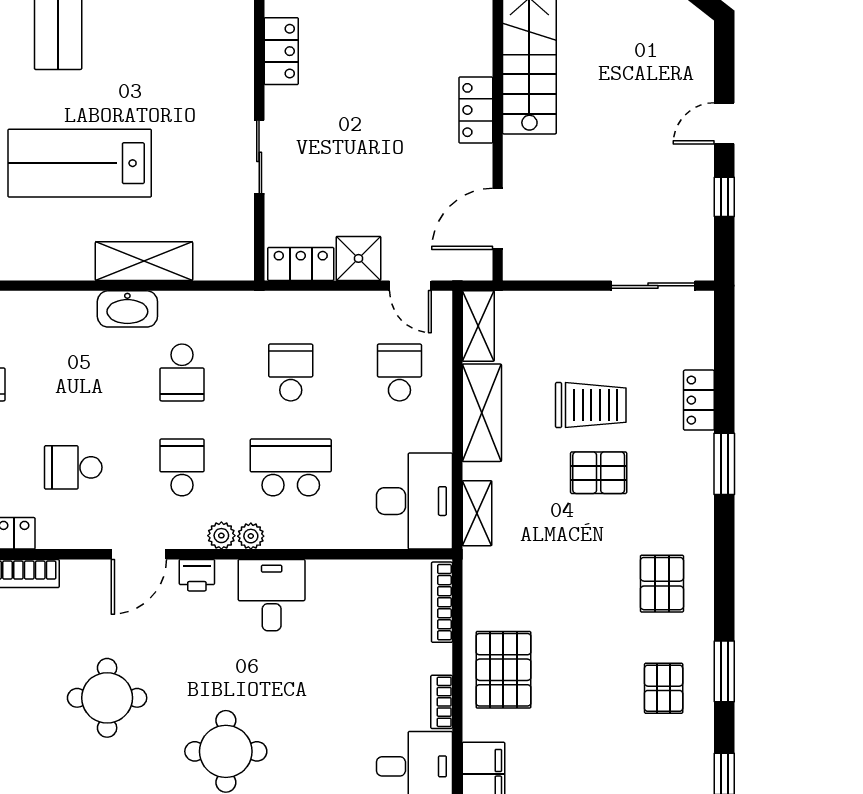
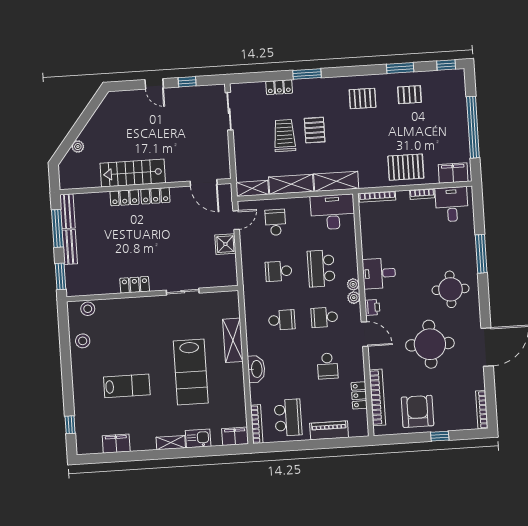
locker: (301, 264) -> (125, 198), moved, turned -90
washbasin: (127, 309) -> (256, 369), moved
school desk: (399, 372) -> (275, 222), turned 90
shelving: (477, 513) -> (336, 181), width x1.50, depth x1.33
round table: (107, 698) -> (430, 344), width x1.36, depth x1.36

